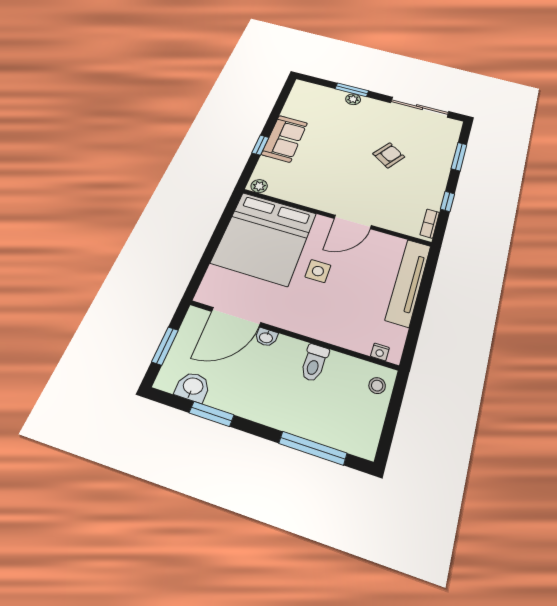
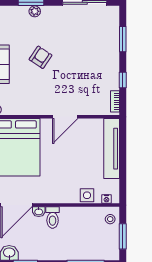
armchair: (389, 155) -> (41, 57), moved
side table: (318, 271) -> (87, 195), moved
toilet: (314, 363) -> (53, 218), moved
window: (391, 421) -> (123, 236), added

